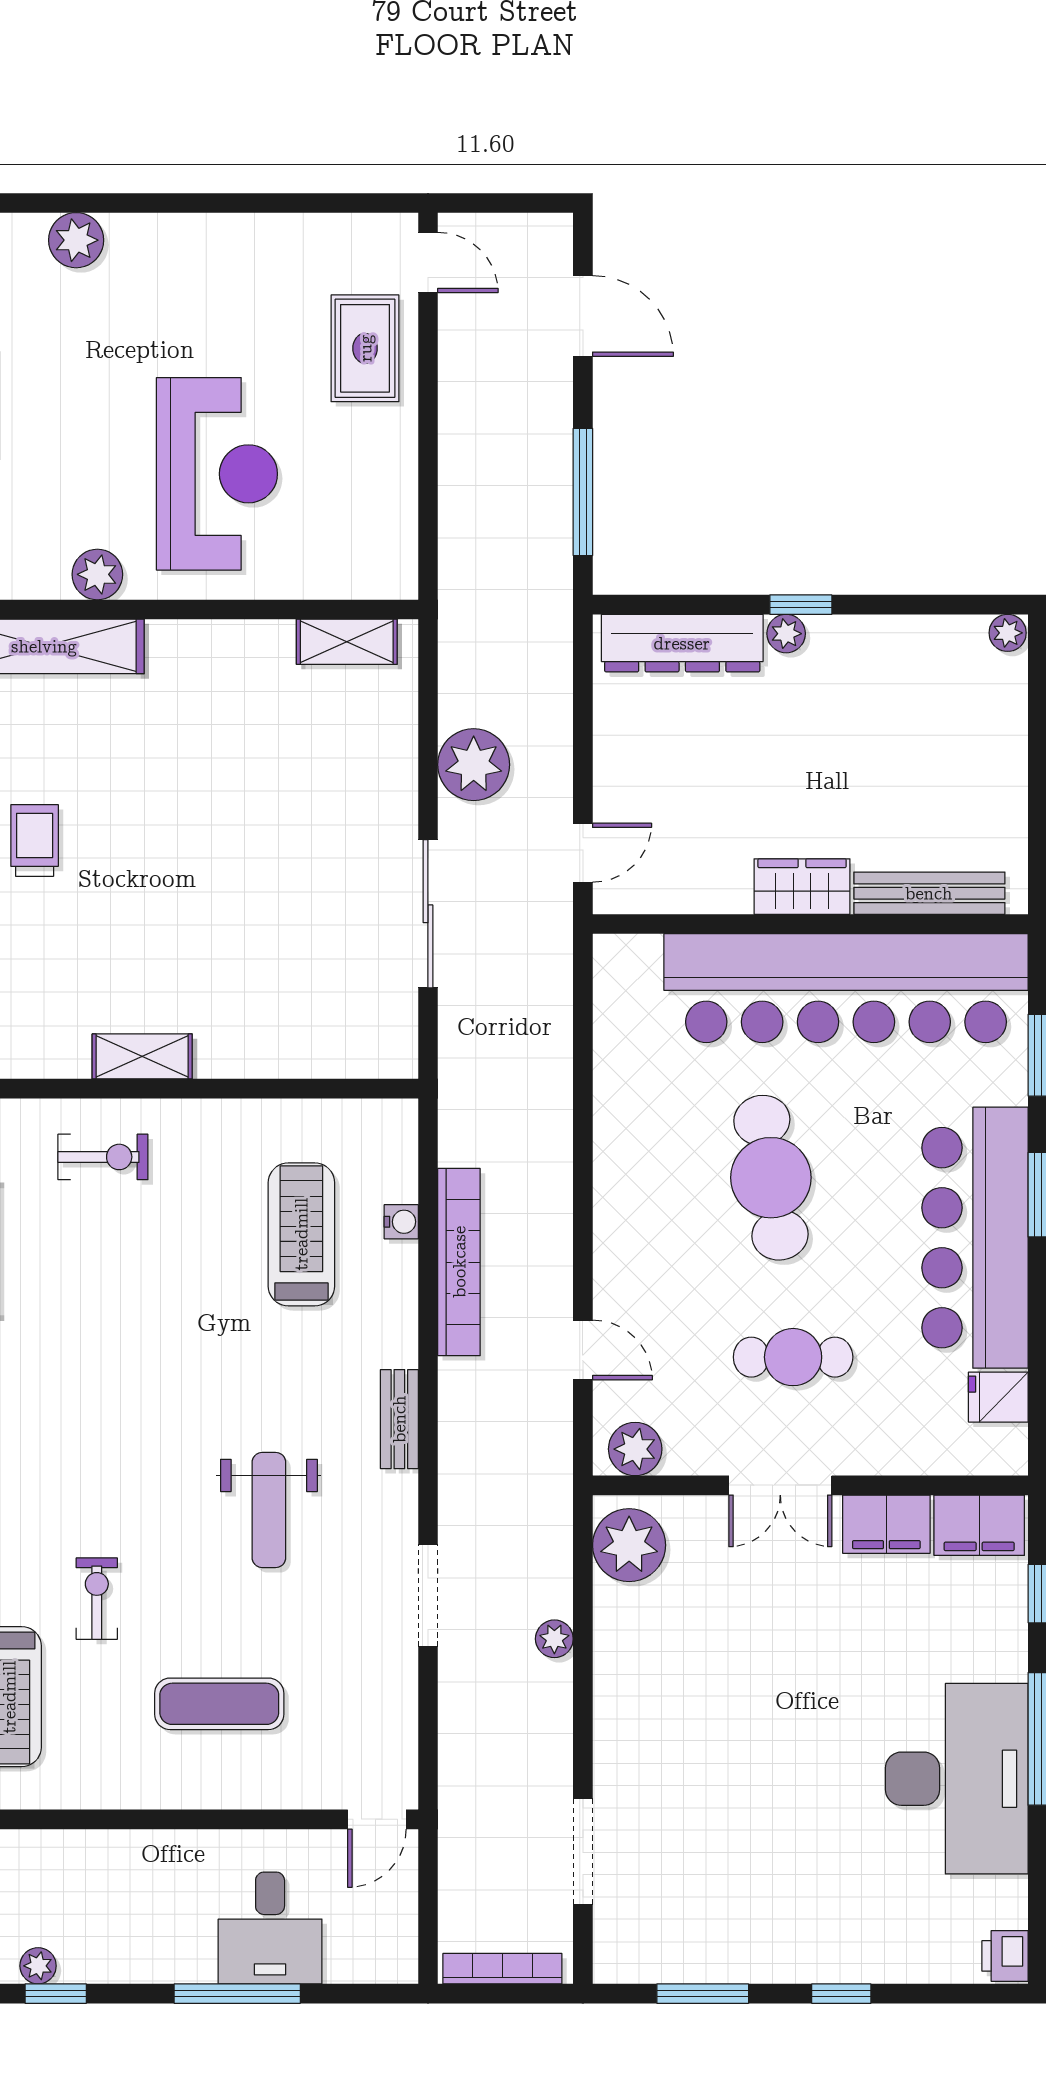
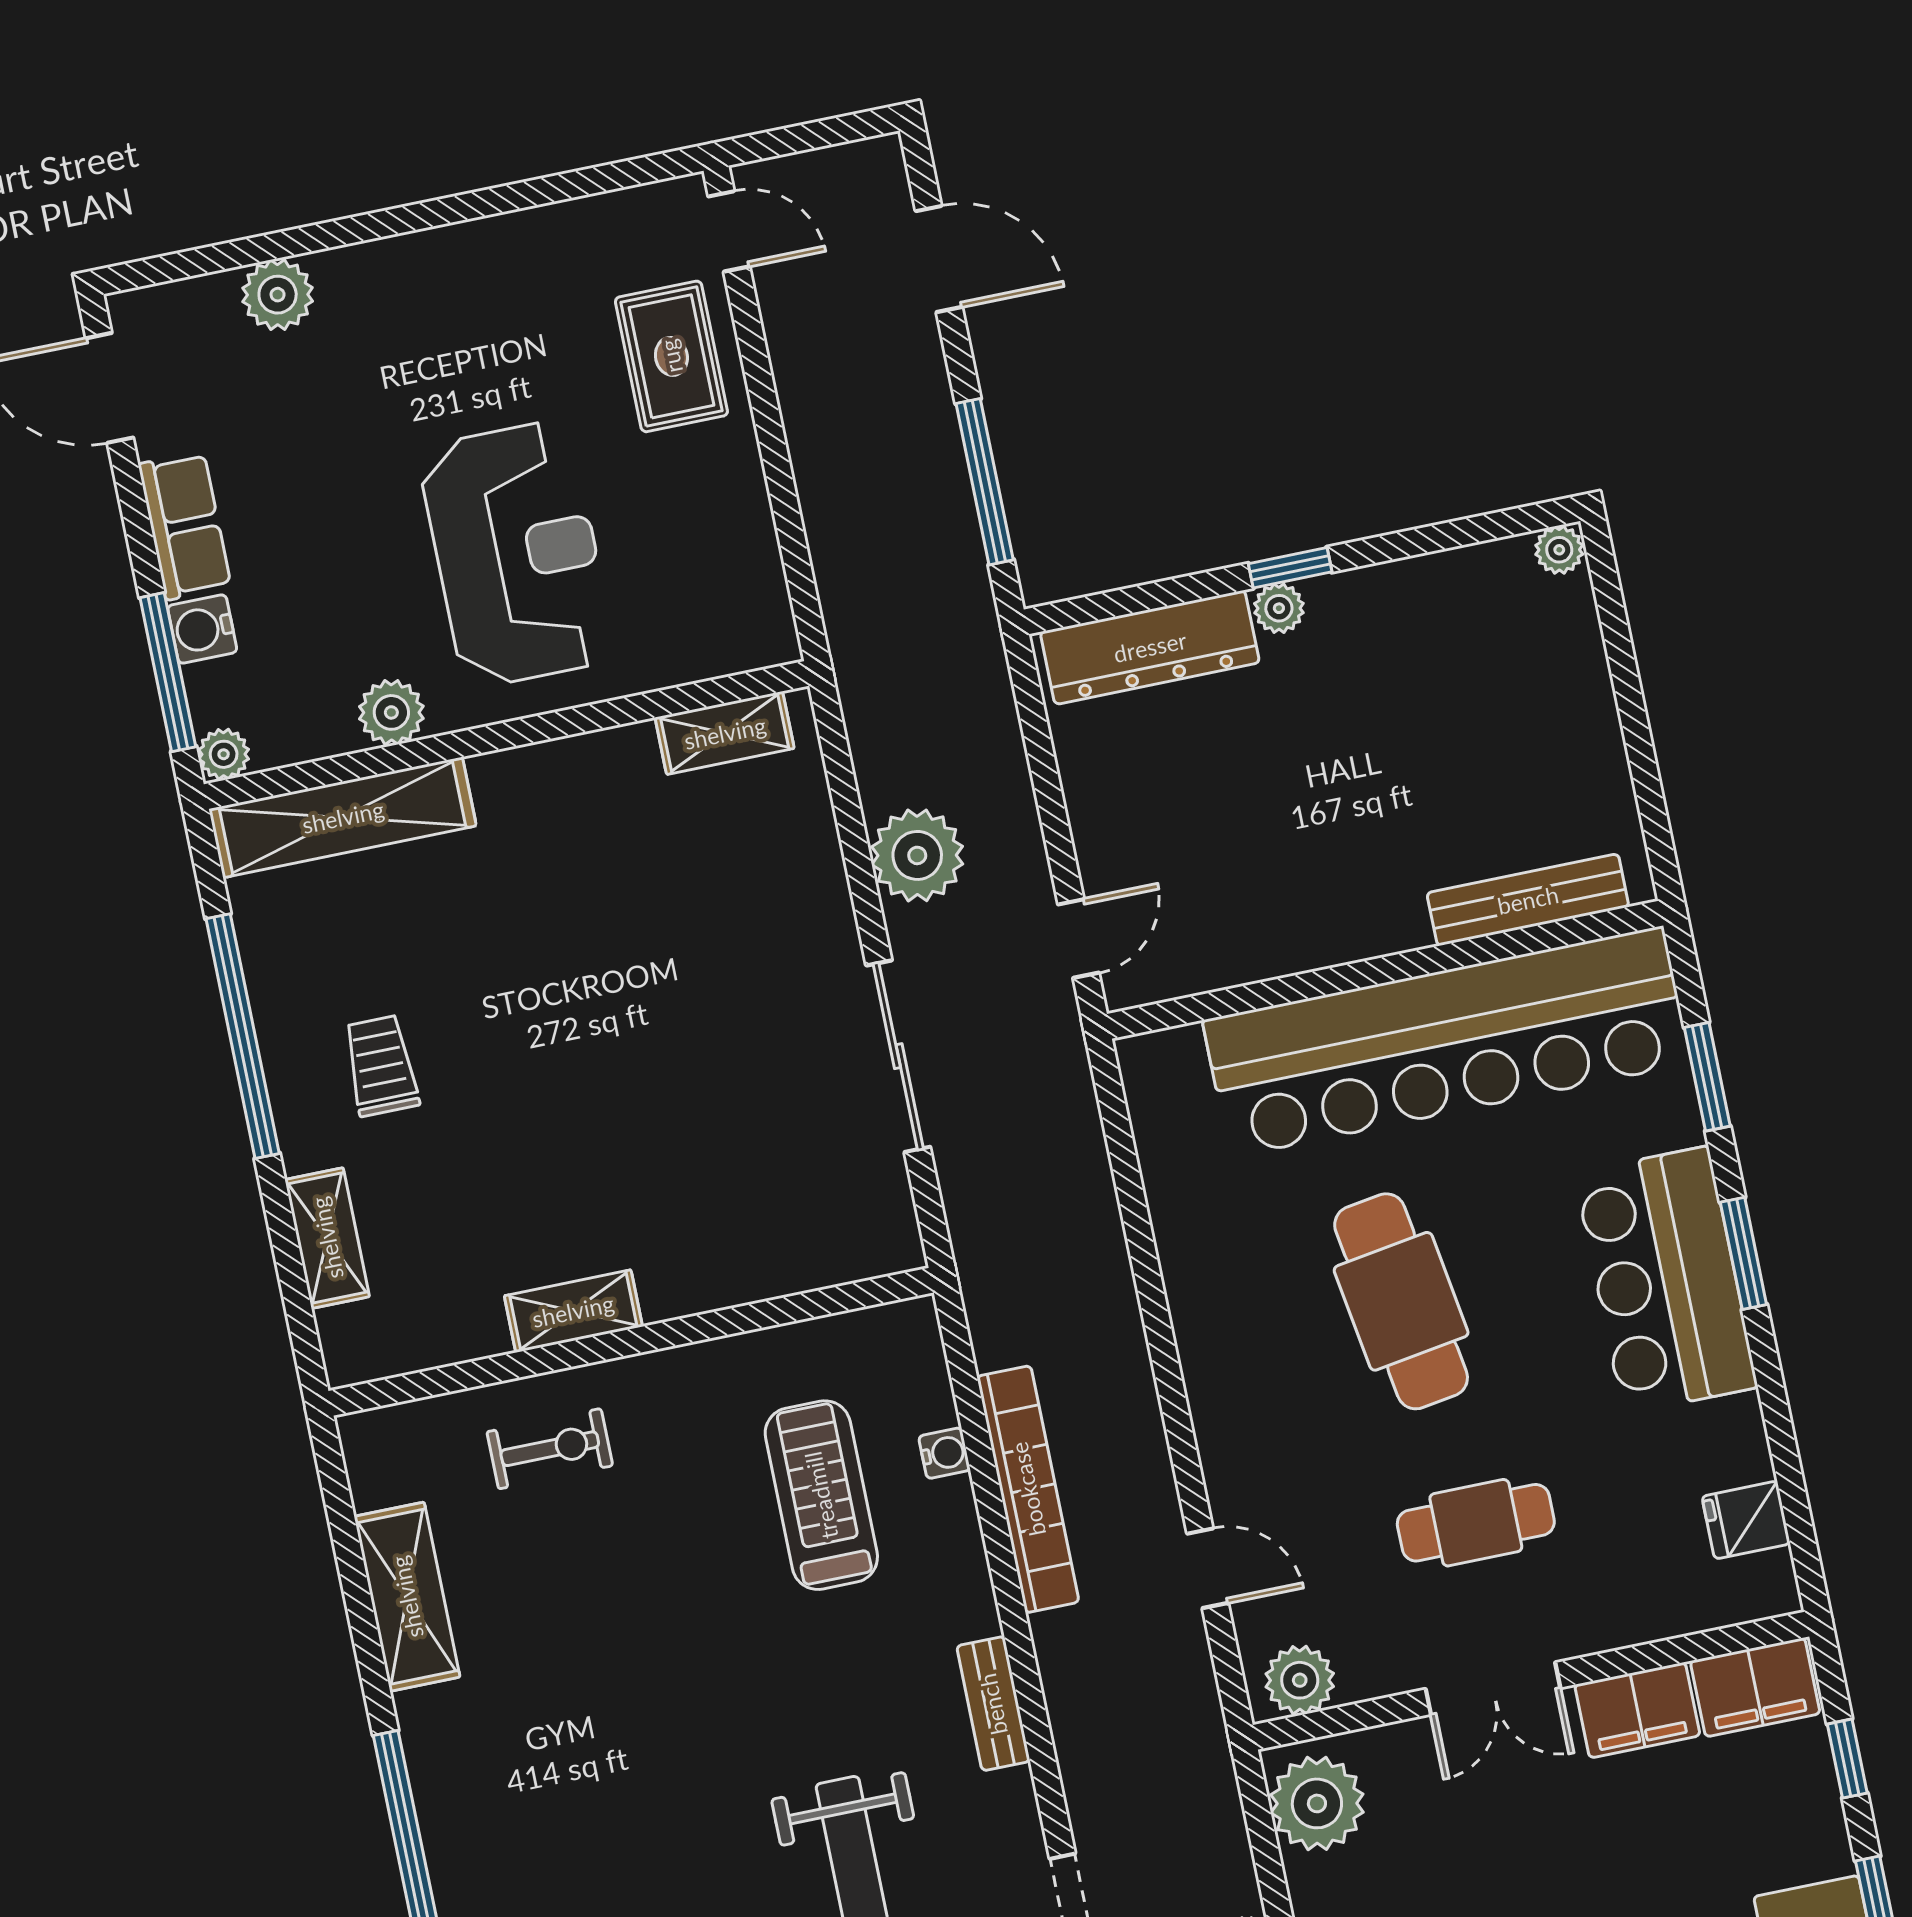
wardrobe: (802, 887) -> (1365, 924), removed
bar counter: (975, 1238) -> (1666, 1280), width x0.73

